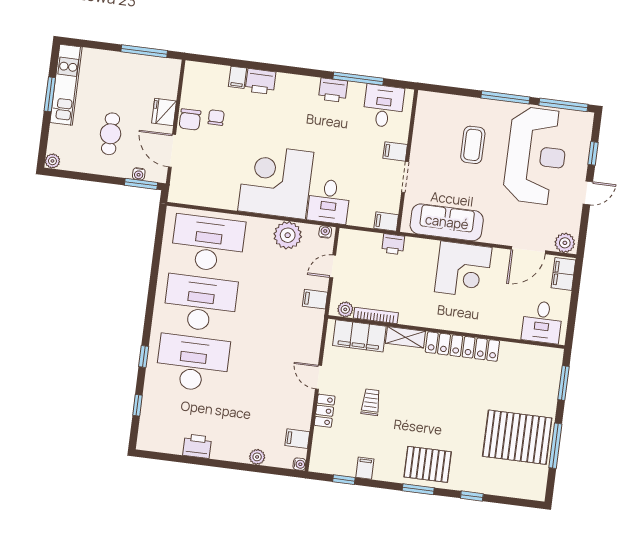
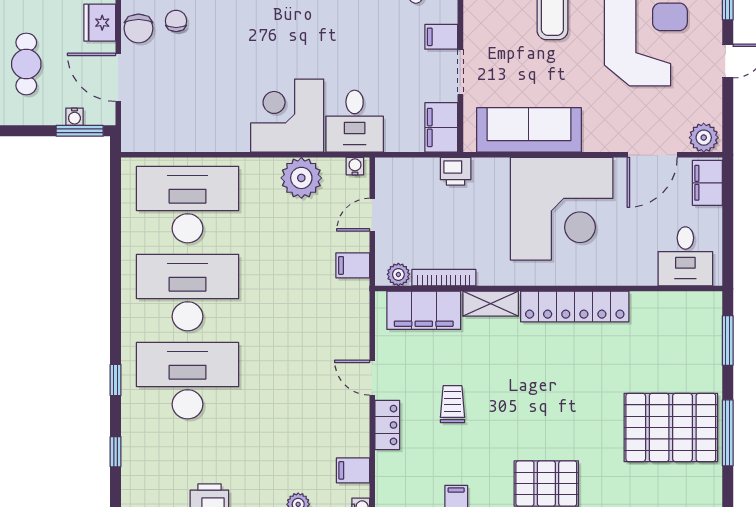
corner desk: (276, 182) -> (287, 116), width x0.74, depth x0.74
filing cabinet: (386, 221) -> (441, 127), width x2.00
corner desk: (463, 270) -> (562, 209), width x1.36, depth x1.36

